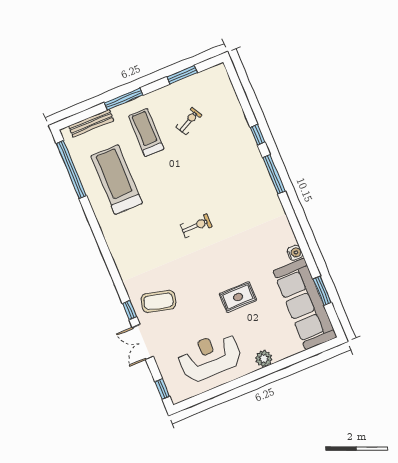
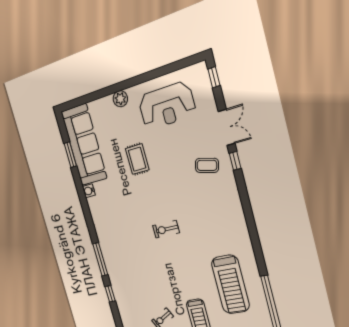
rug: (238, 297) -> (137, 159), turned 90
coffee table: (158, 301) -> (207, 165), width x0.73, depth x0.77

